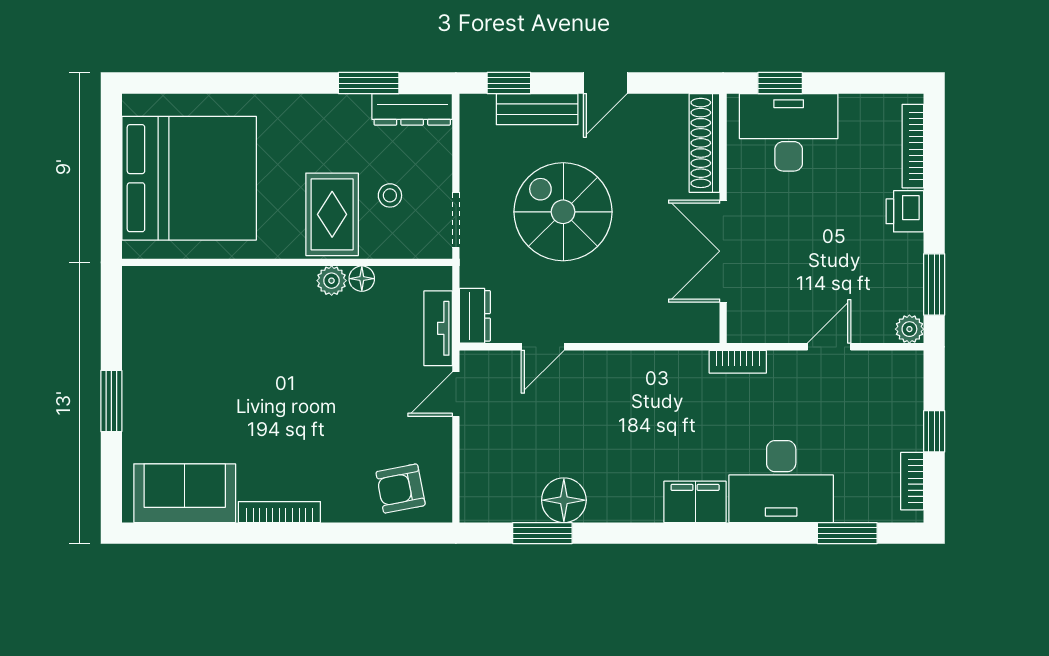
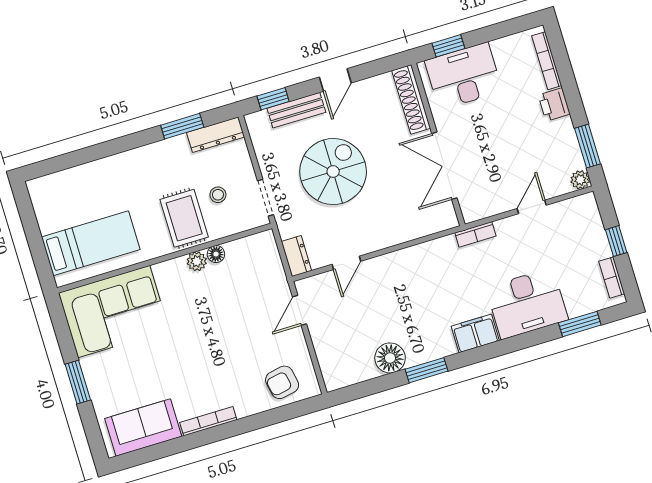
bed: (189, 178) -> (91, 243), width x0.49
spiral stairs: (563, 212) -> (333, 172), turned 90
corner sofa: (192, 316) -> (114, 311), added
tv unit: (438, 328) -> (275, 271), removed
window: (542, 533) -> (426, 370), moved

